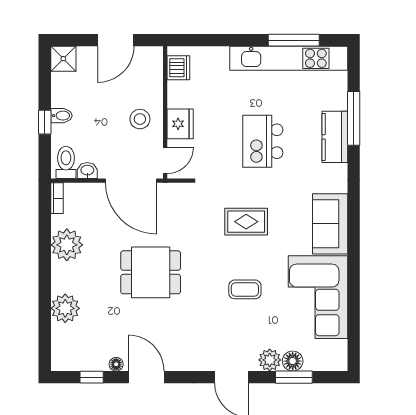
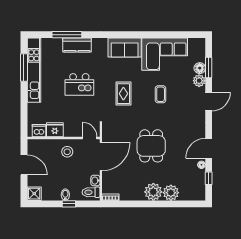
fridge: (180, 124) -> (55, 130), moved
plant: (67, 245) -> (153, 192), moved

